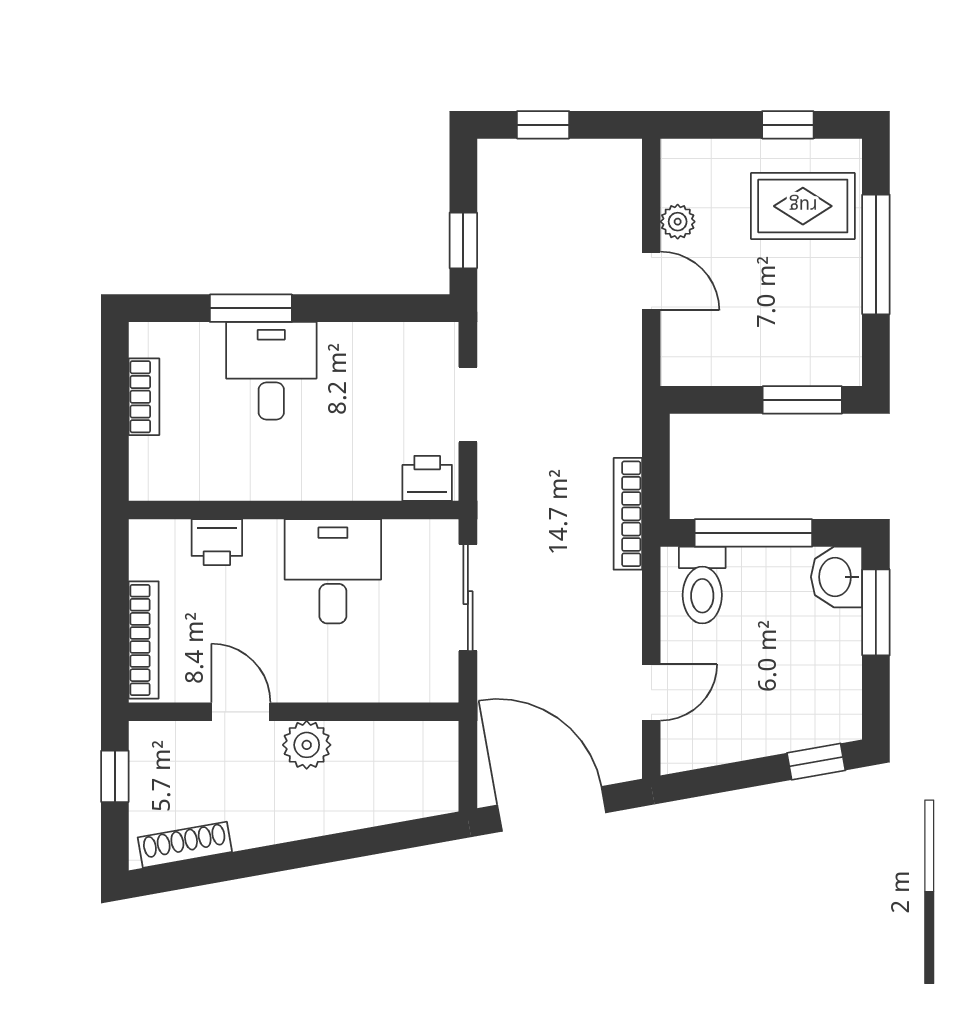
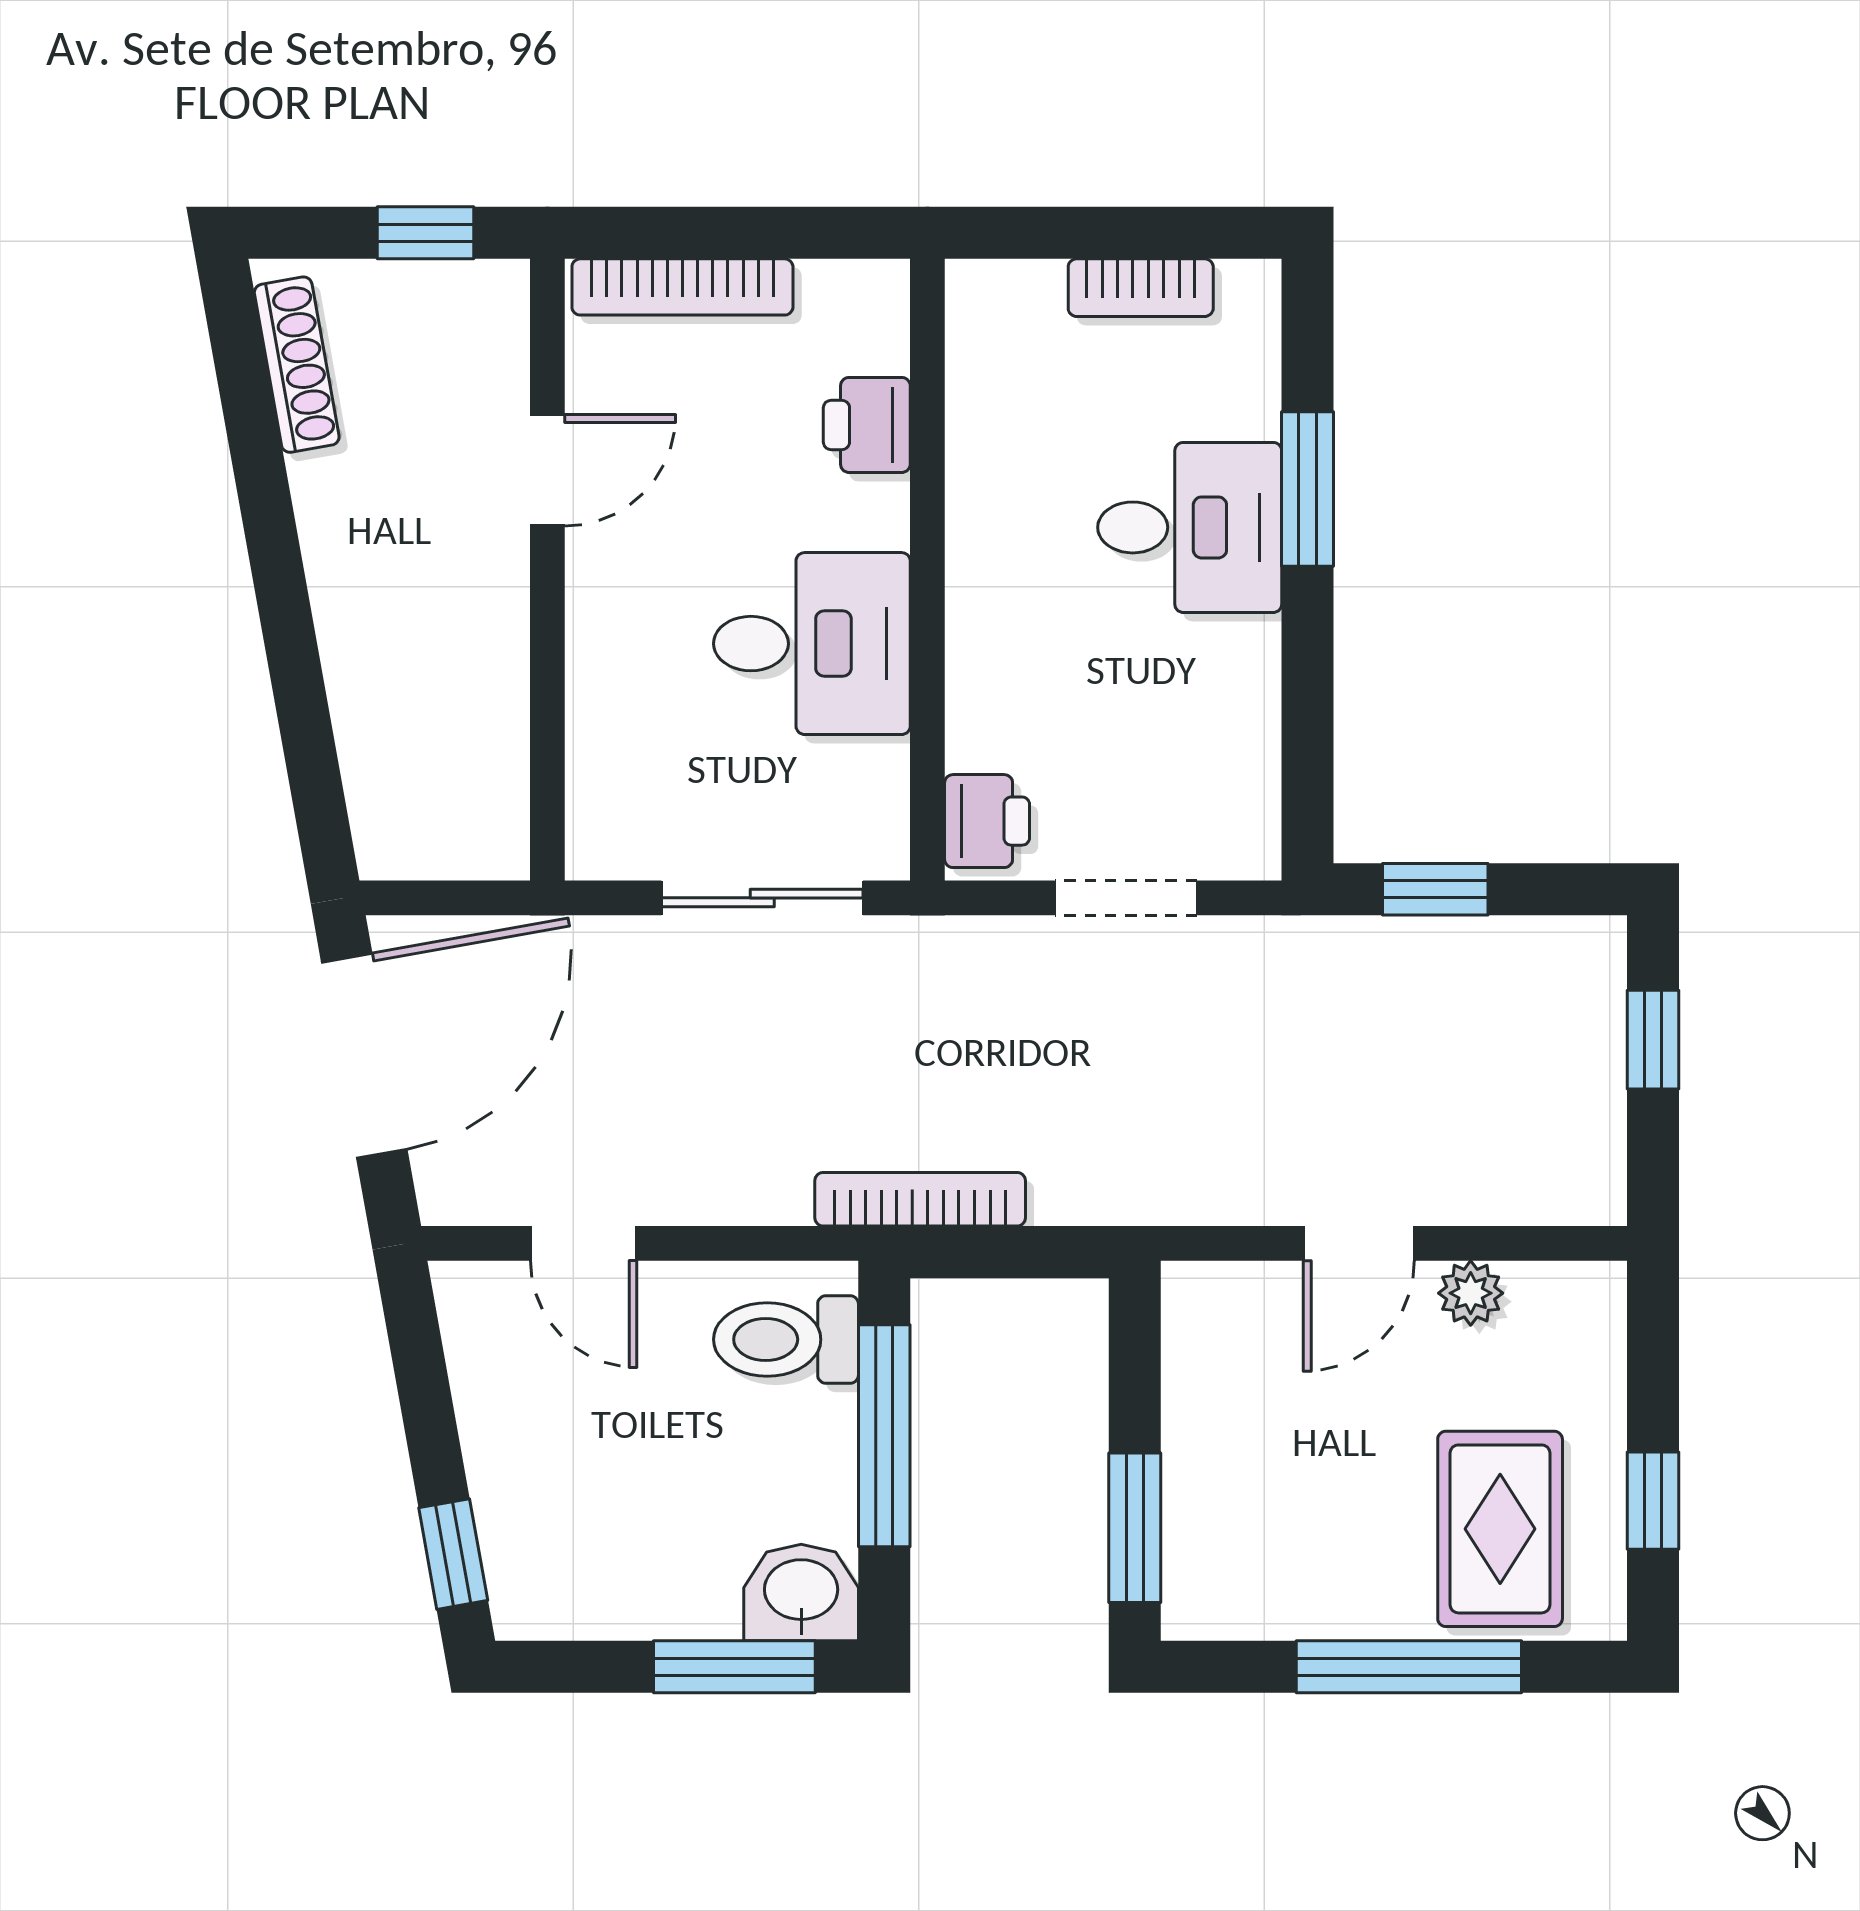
plant: (307, 745) -> (485, 594), removed

